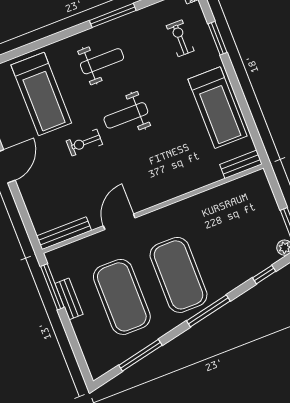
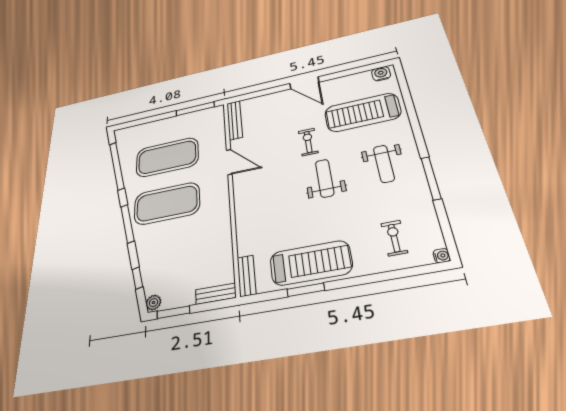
exercise bike: (180, 38) -> (394, 238), turned -90
window: (217, 38) -> (306, 290), moved
treadmill: (218, 108) -> (311, 263), turned 180
bench: (69, 299) -> (216, 294), moved
window: (140, 355) -> (117, 166), width x1.46

